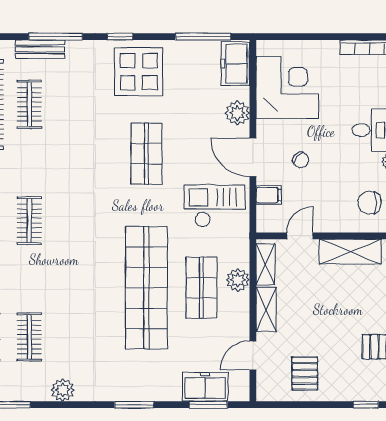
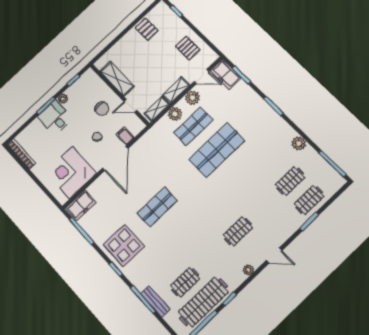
plant: (237, 113) -> (192, 98), moved
door: (253, 157) -> (115, 158), width x1.36
chair: (369, 203) -> (102, 109), moved
checkout: (215, 206) -> (152, 155), removed
shop shelf: (146, 288) -> (217, 150), width x0.71
pallet: (305, 373) -> (188, 48), turned 90
freezer: (205, 387) -> (226, 74), moved

